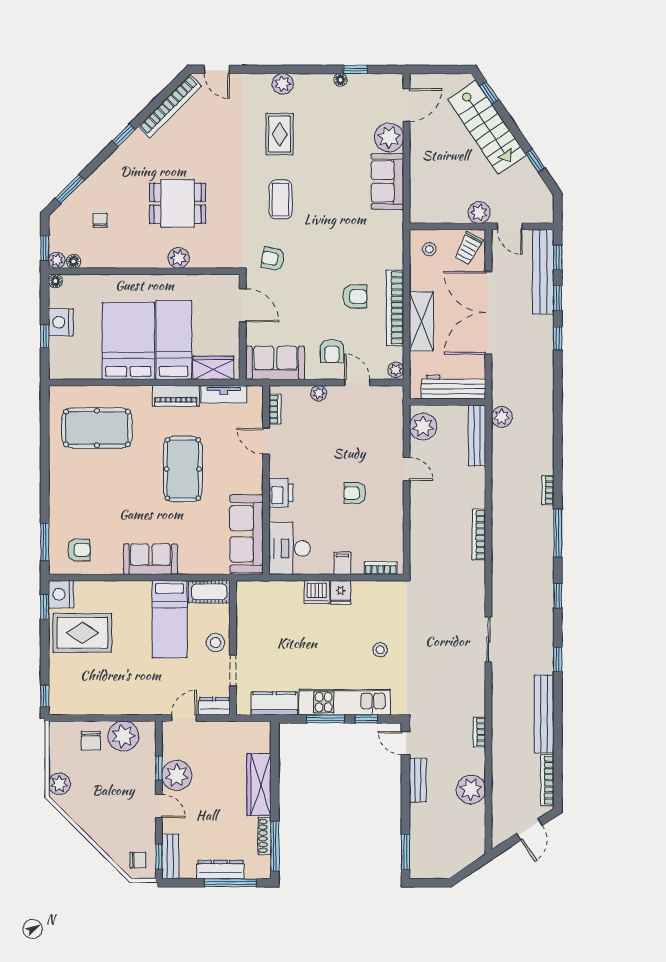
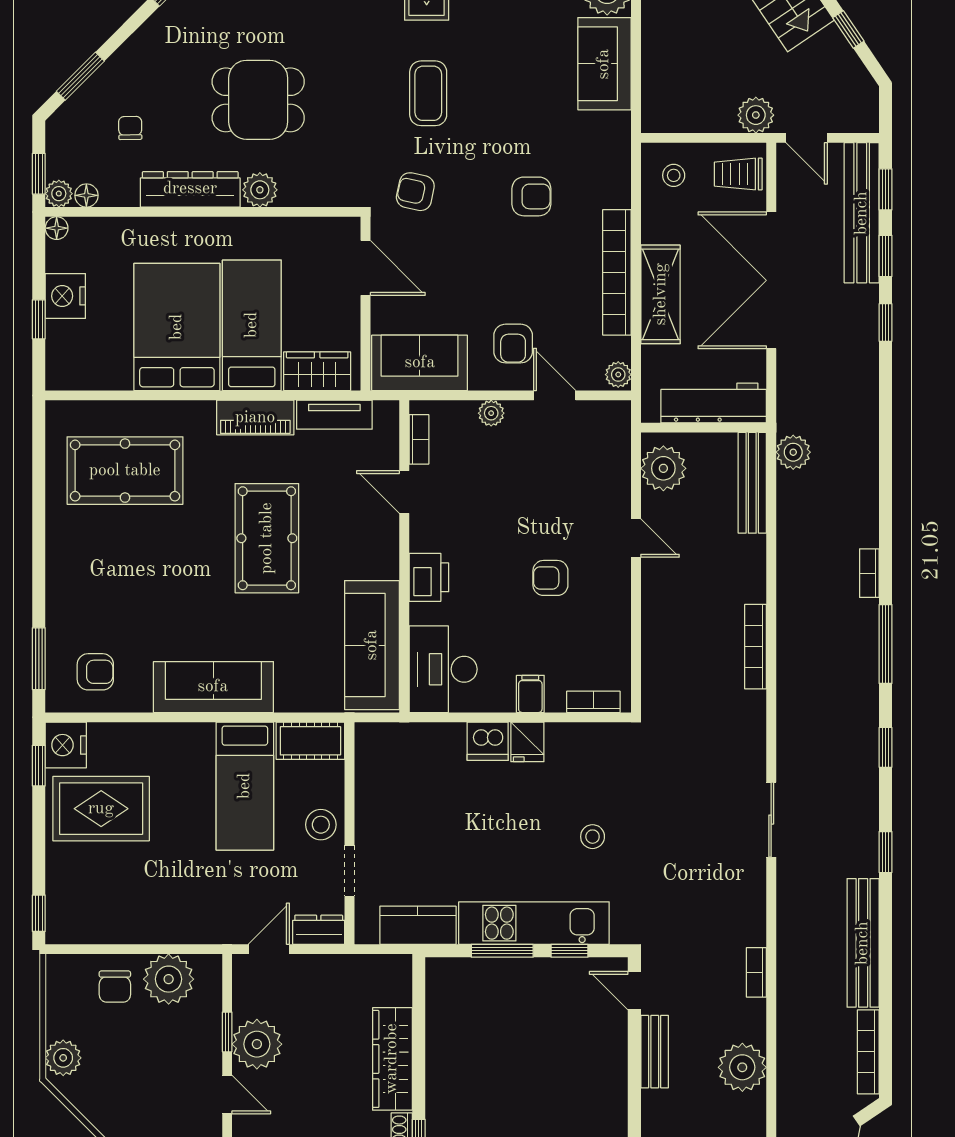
trolley: (468, 248) -> (738, 174), turned 62
dresser: (136, 258) -> (190, 189), added
armchair: (355, 296) -> (531, 196), moved
sofa: (150, 559) -> (213, 687), width x1.36

